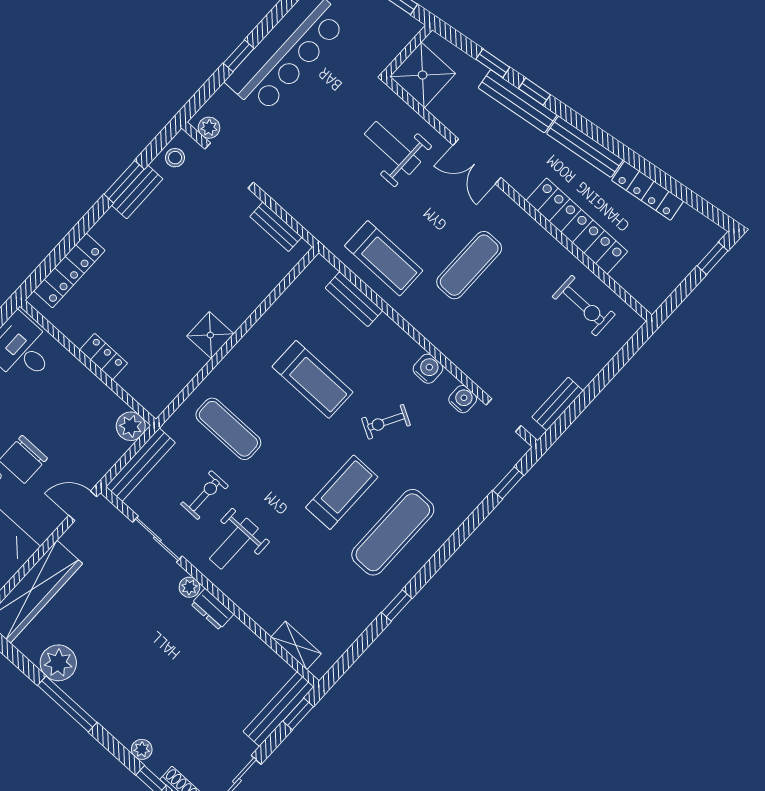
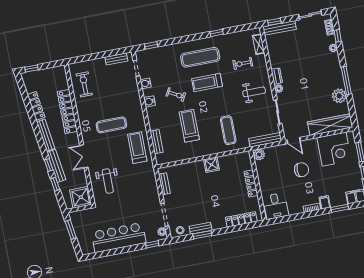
window: (239, 56) -> (152, 244), moved
double door: (477, 161) -> (84, 156), swing flipped
locker: (104, 357) -> (251, 183), width x1.53
exercise bike: (204, 495) -> (243, 63), moved

